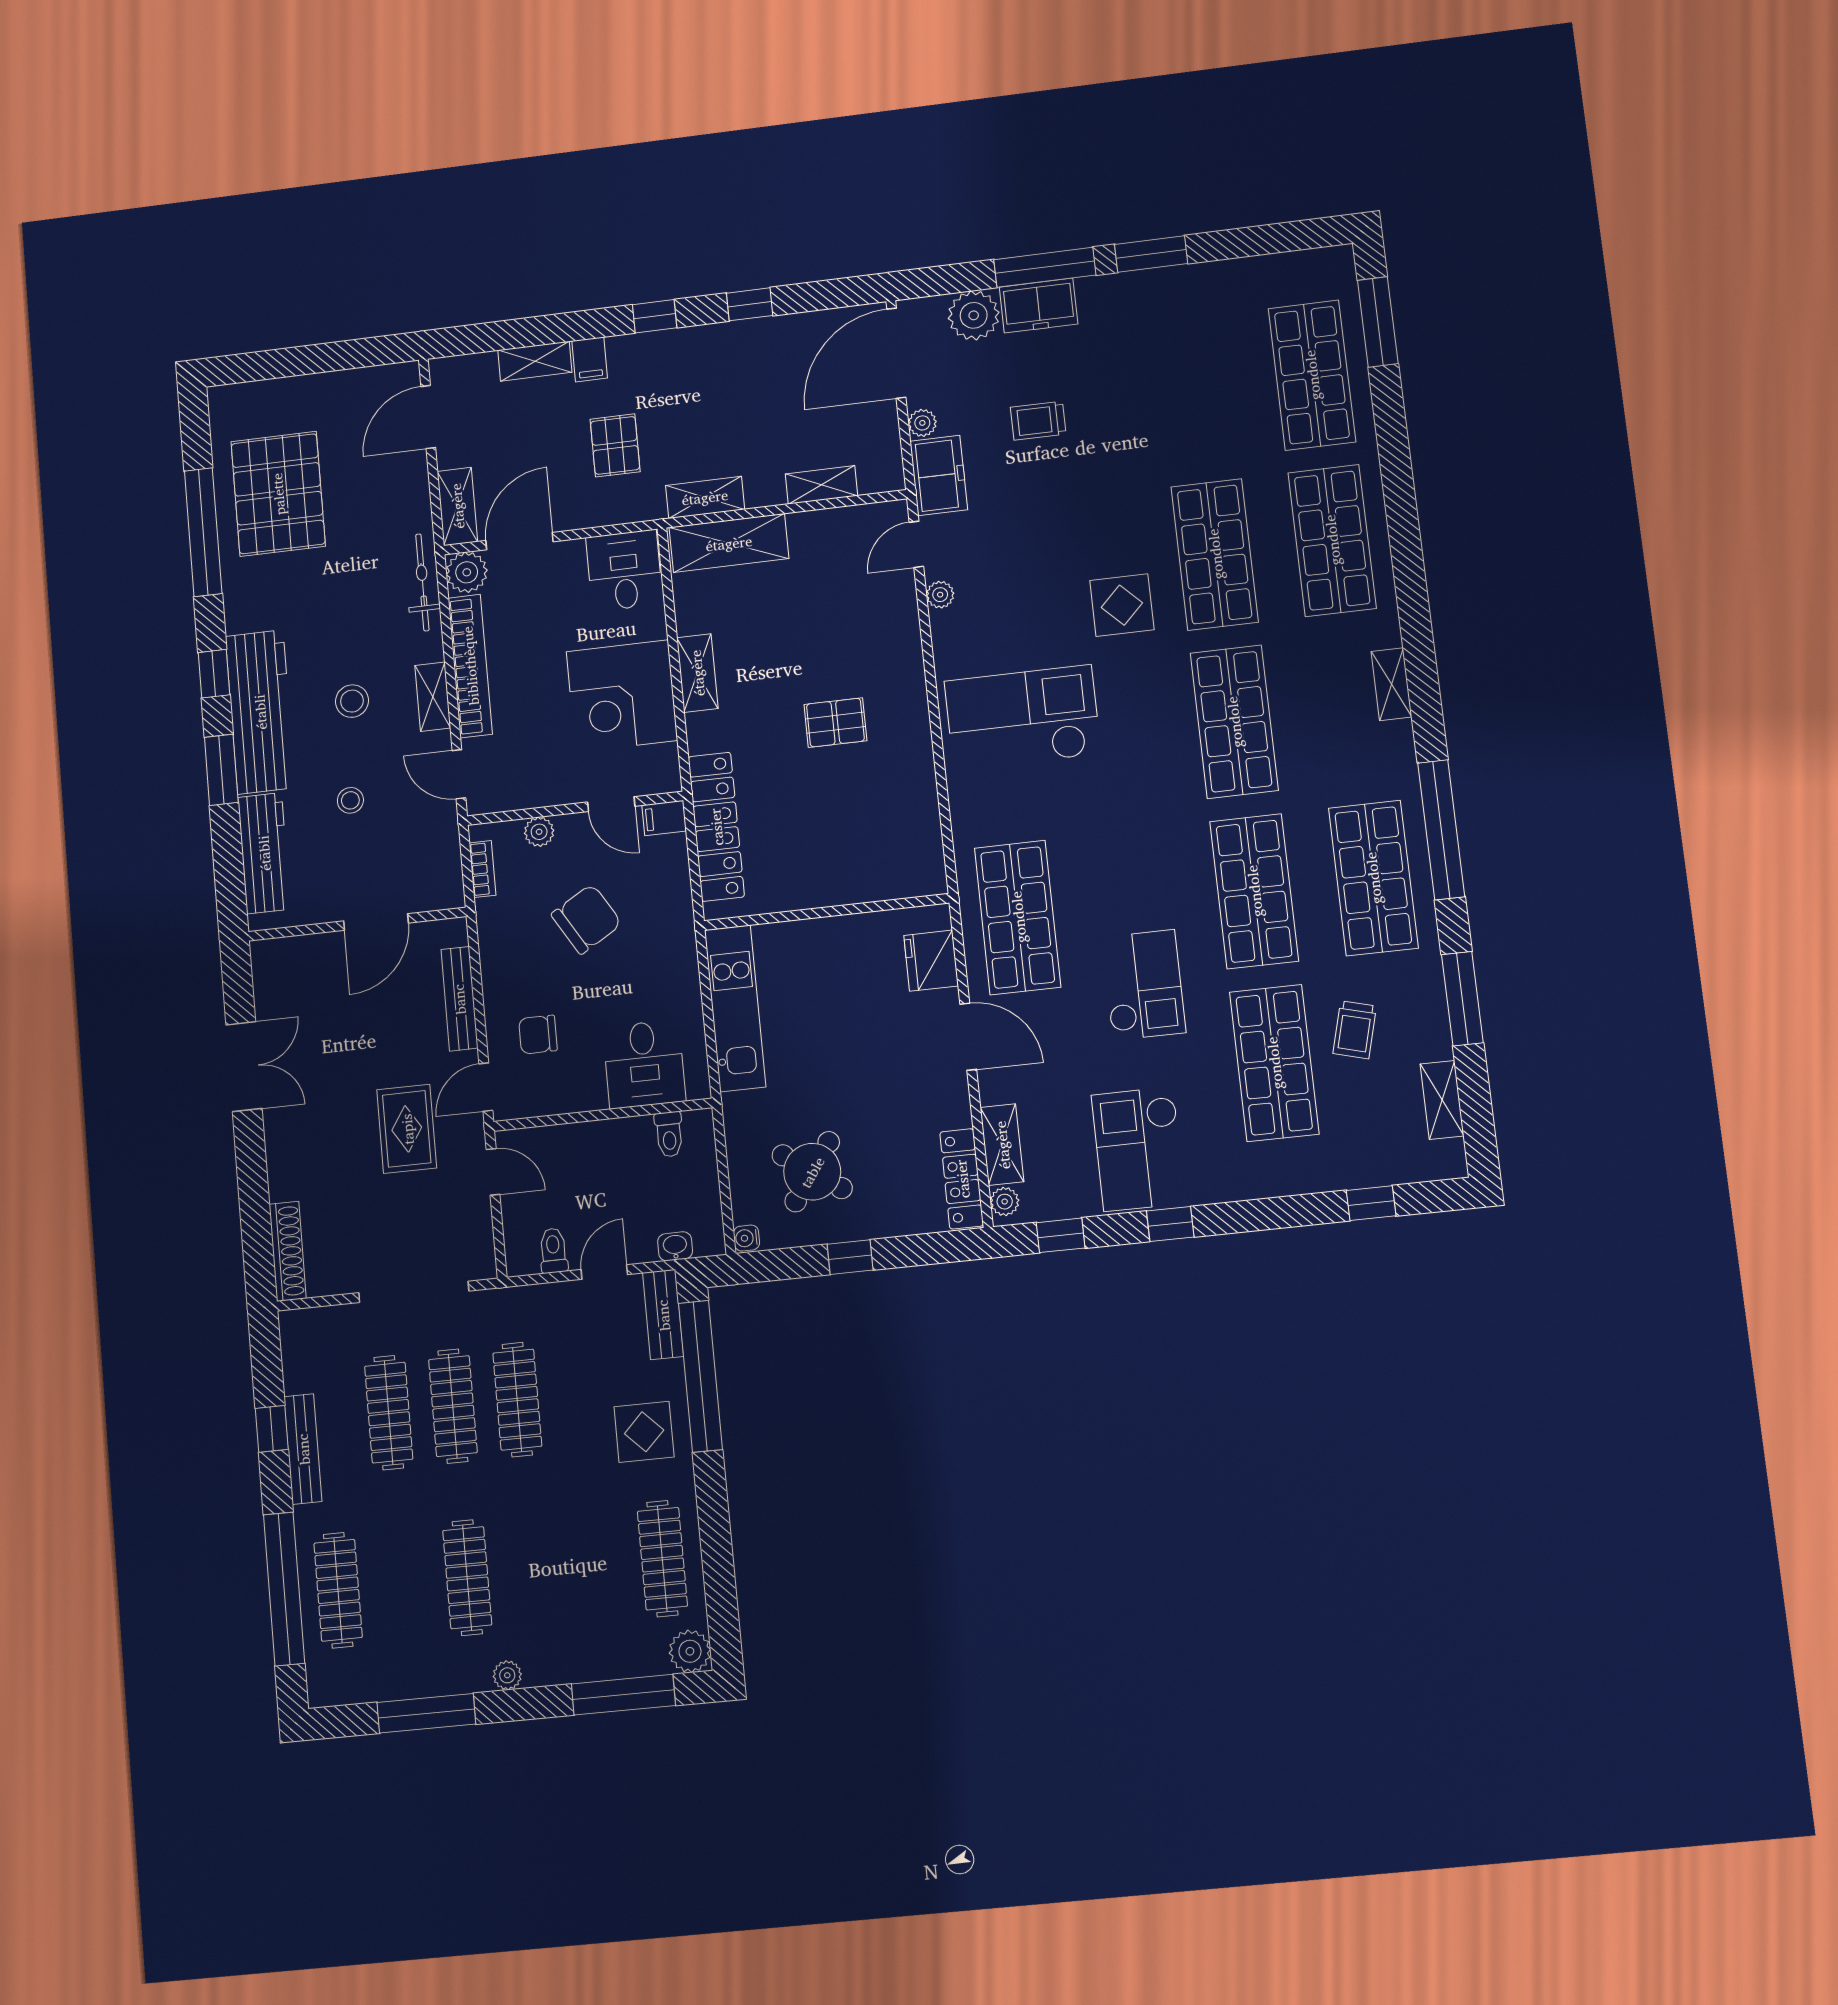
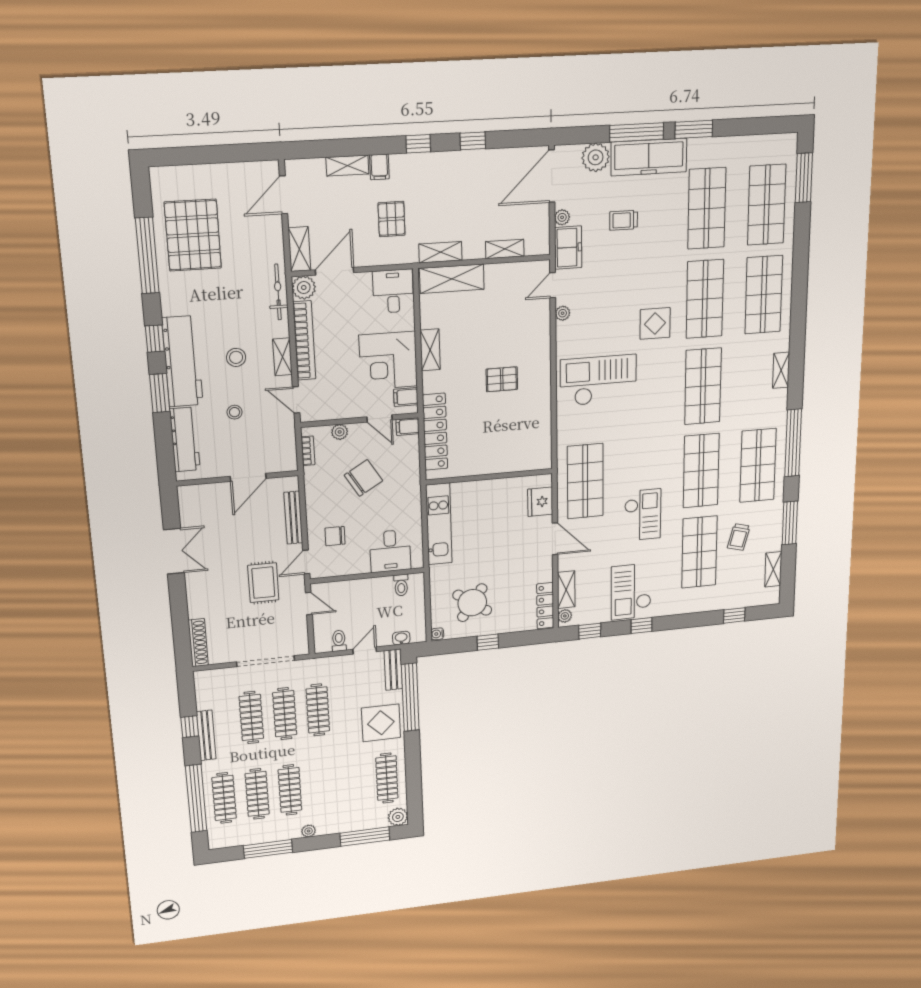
freezer: (1039, 306) -> (649, 157), width x1.91, depth x1.26
shop shelf: (1195, 389) -> (707, 208), added
filing cabinet: (658, 762) -> (406, 397), added
display table: (644, 1432) -> (381, 723), width x1.36, depth x1.36
clothes rail: (403, 1584) -> (257, 794), added

